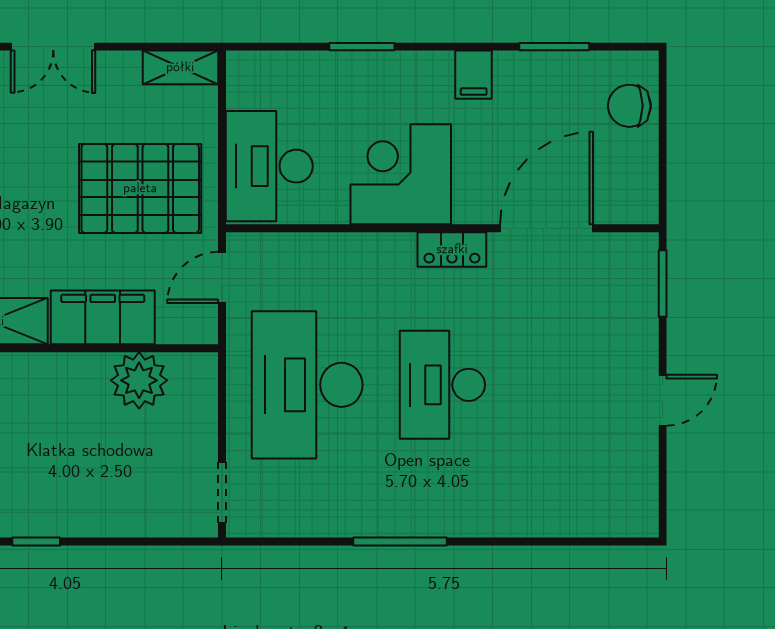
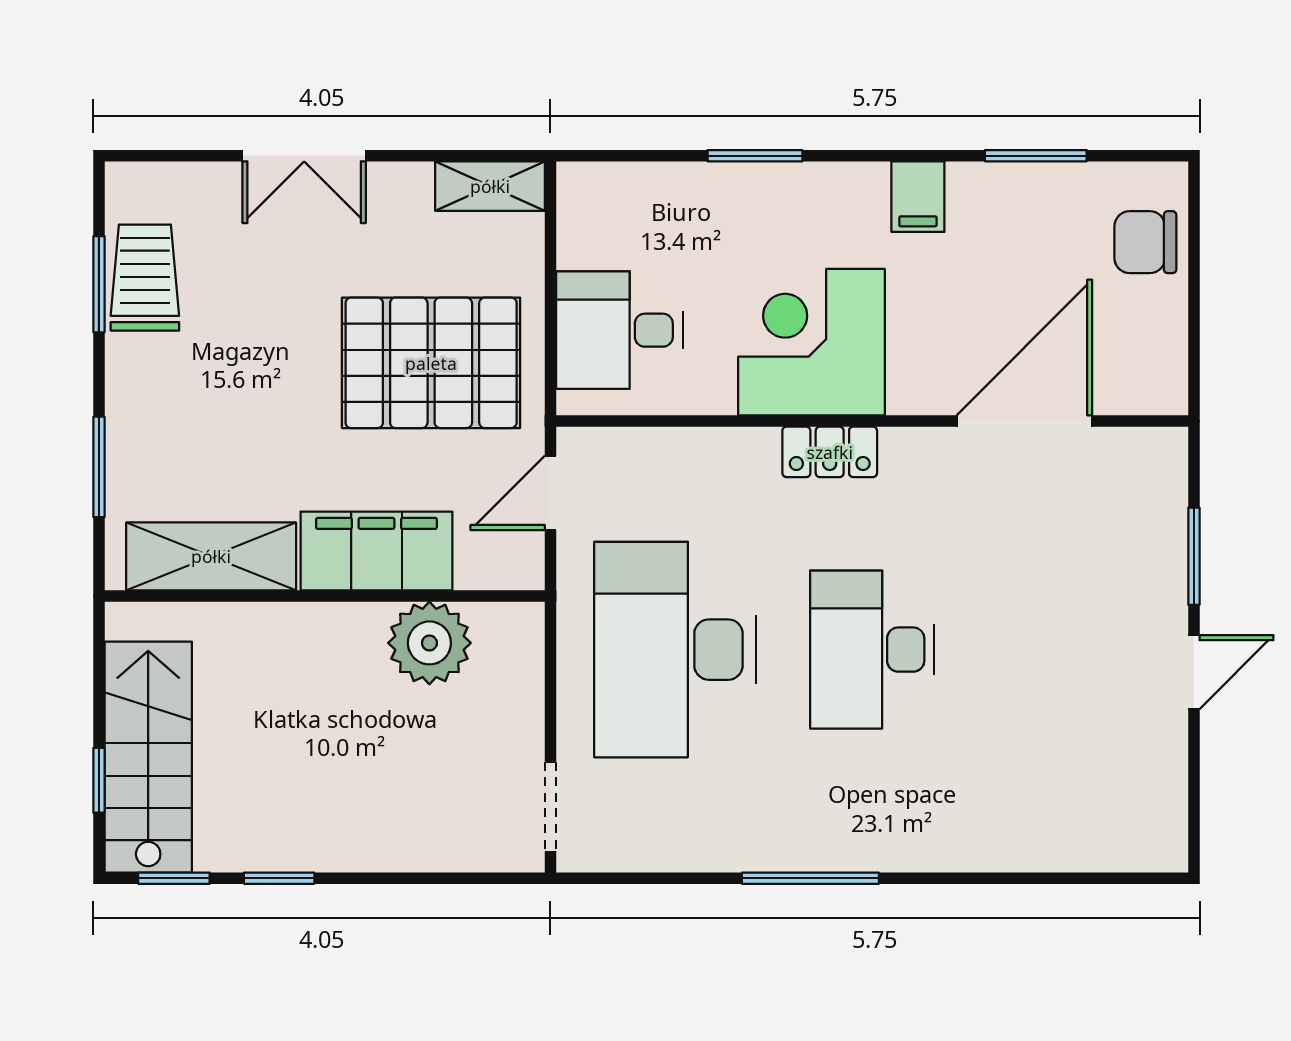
desk: (269, 166) -> (620, 330), width x0.73
locker: (452, 249) -> (830, 452), moved
window: (663, 284) -> (1194, 556), moved

